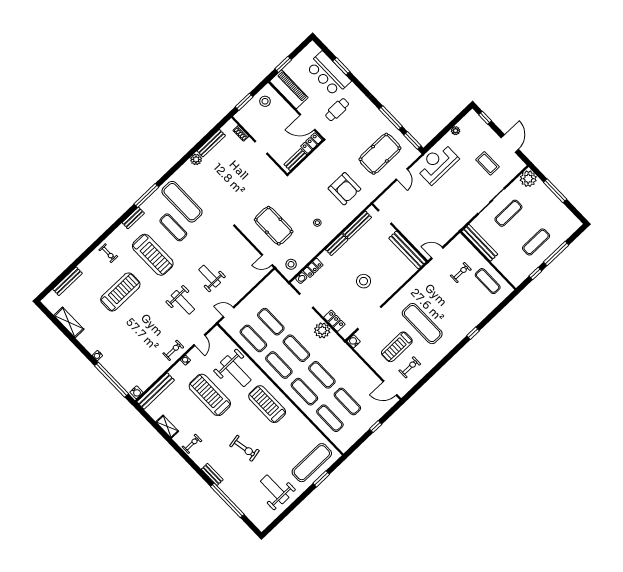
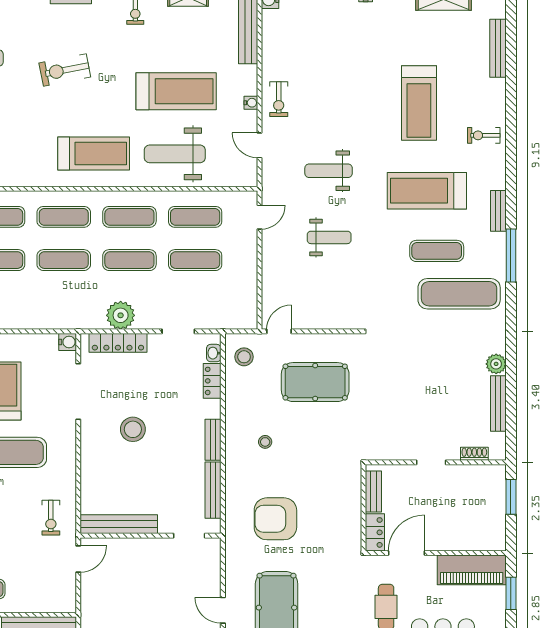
stool: (265, 101) -> (486, 524), removed
exercise bike: (461, 273) -> (51, 518), moved
locker: (334, 321) -> (118, 343), width x1.53

